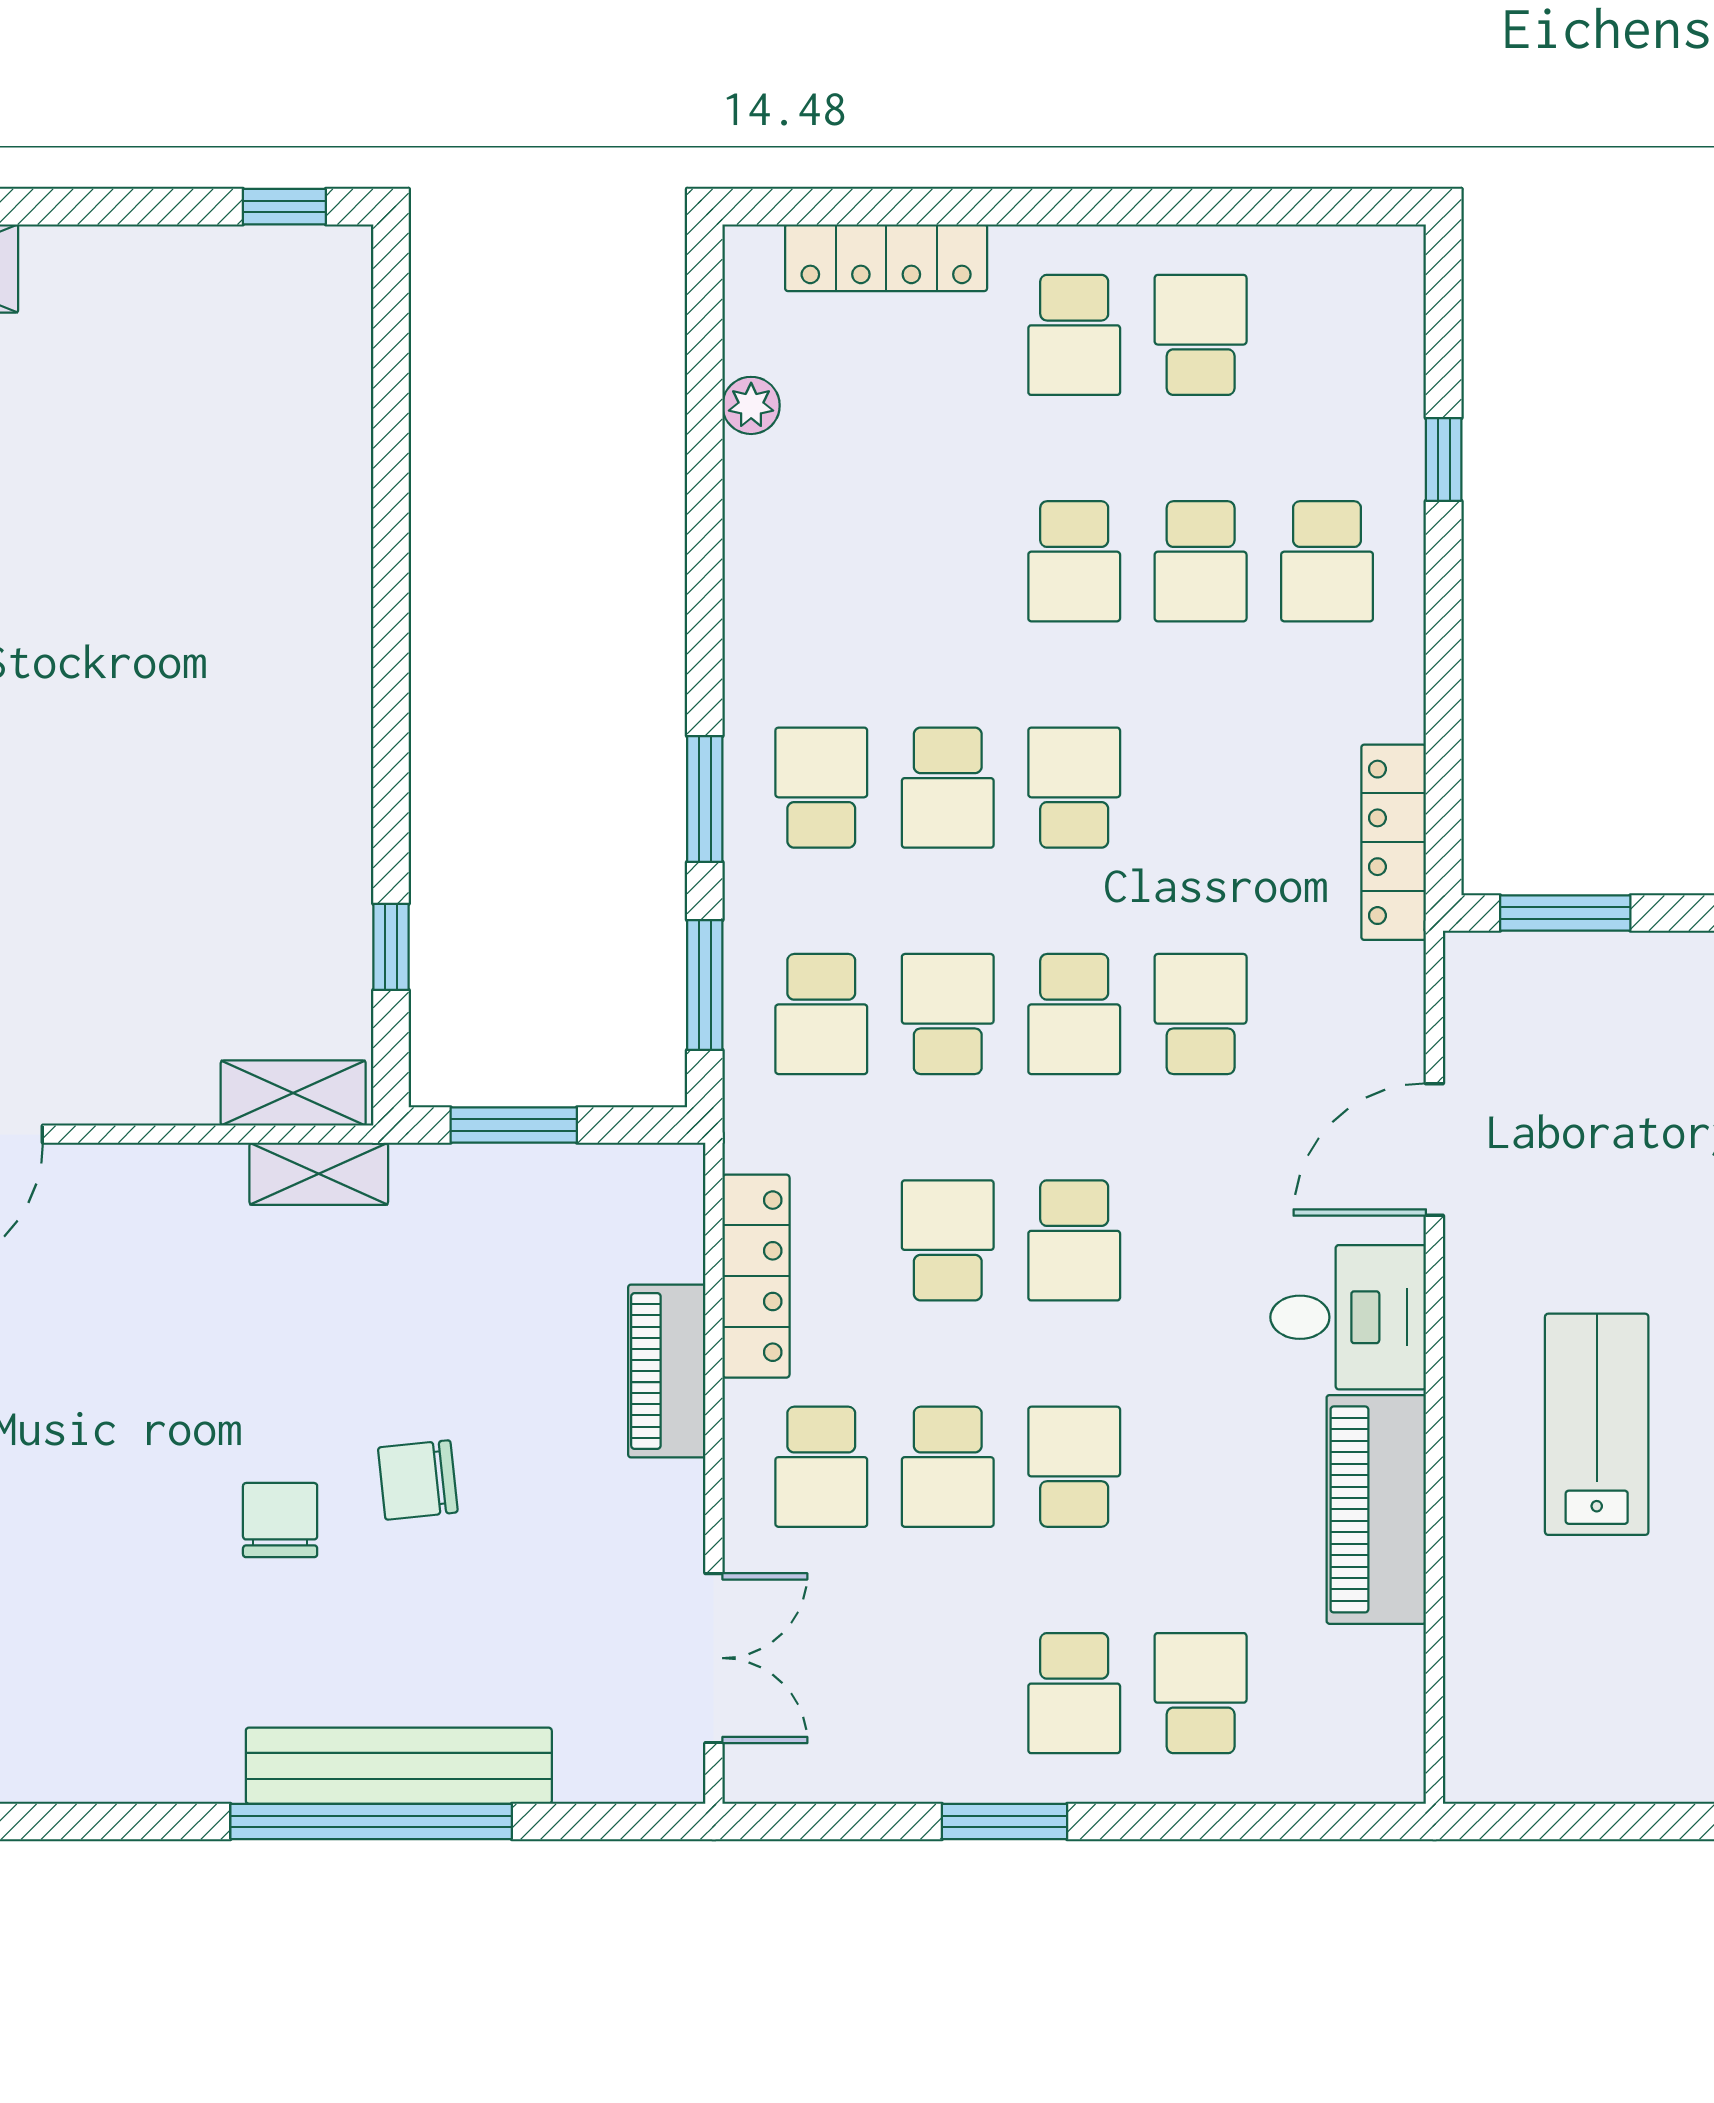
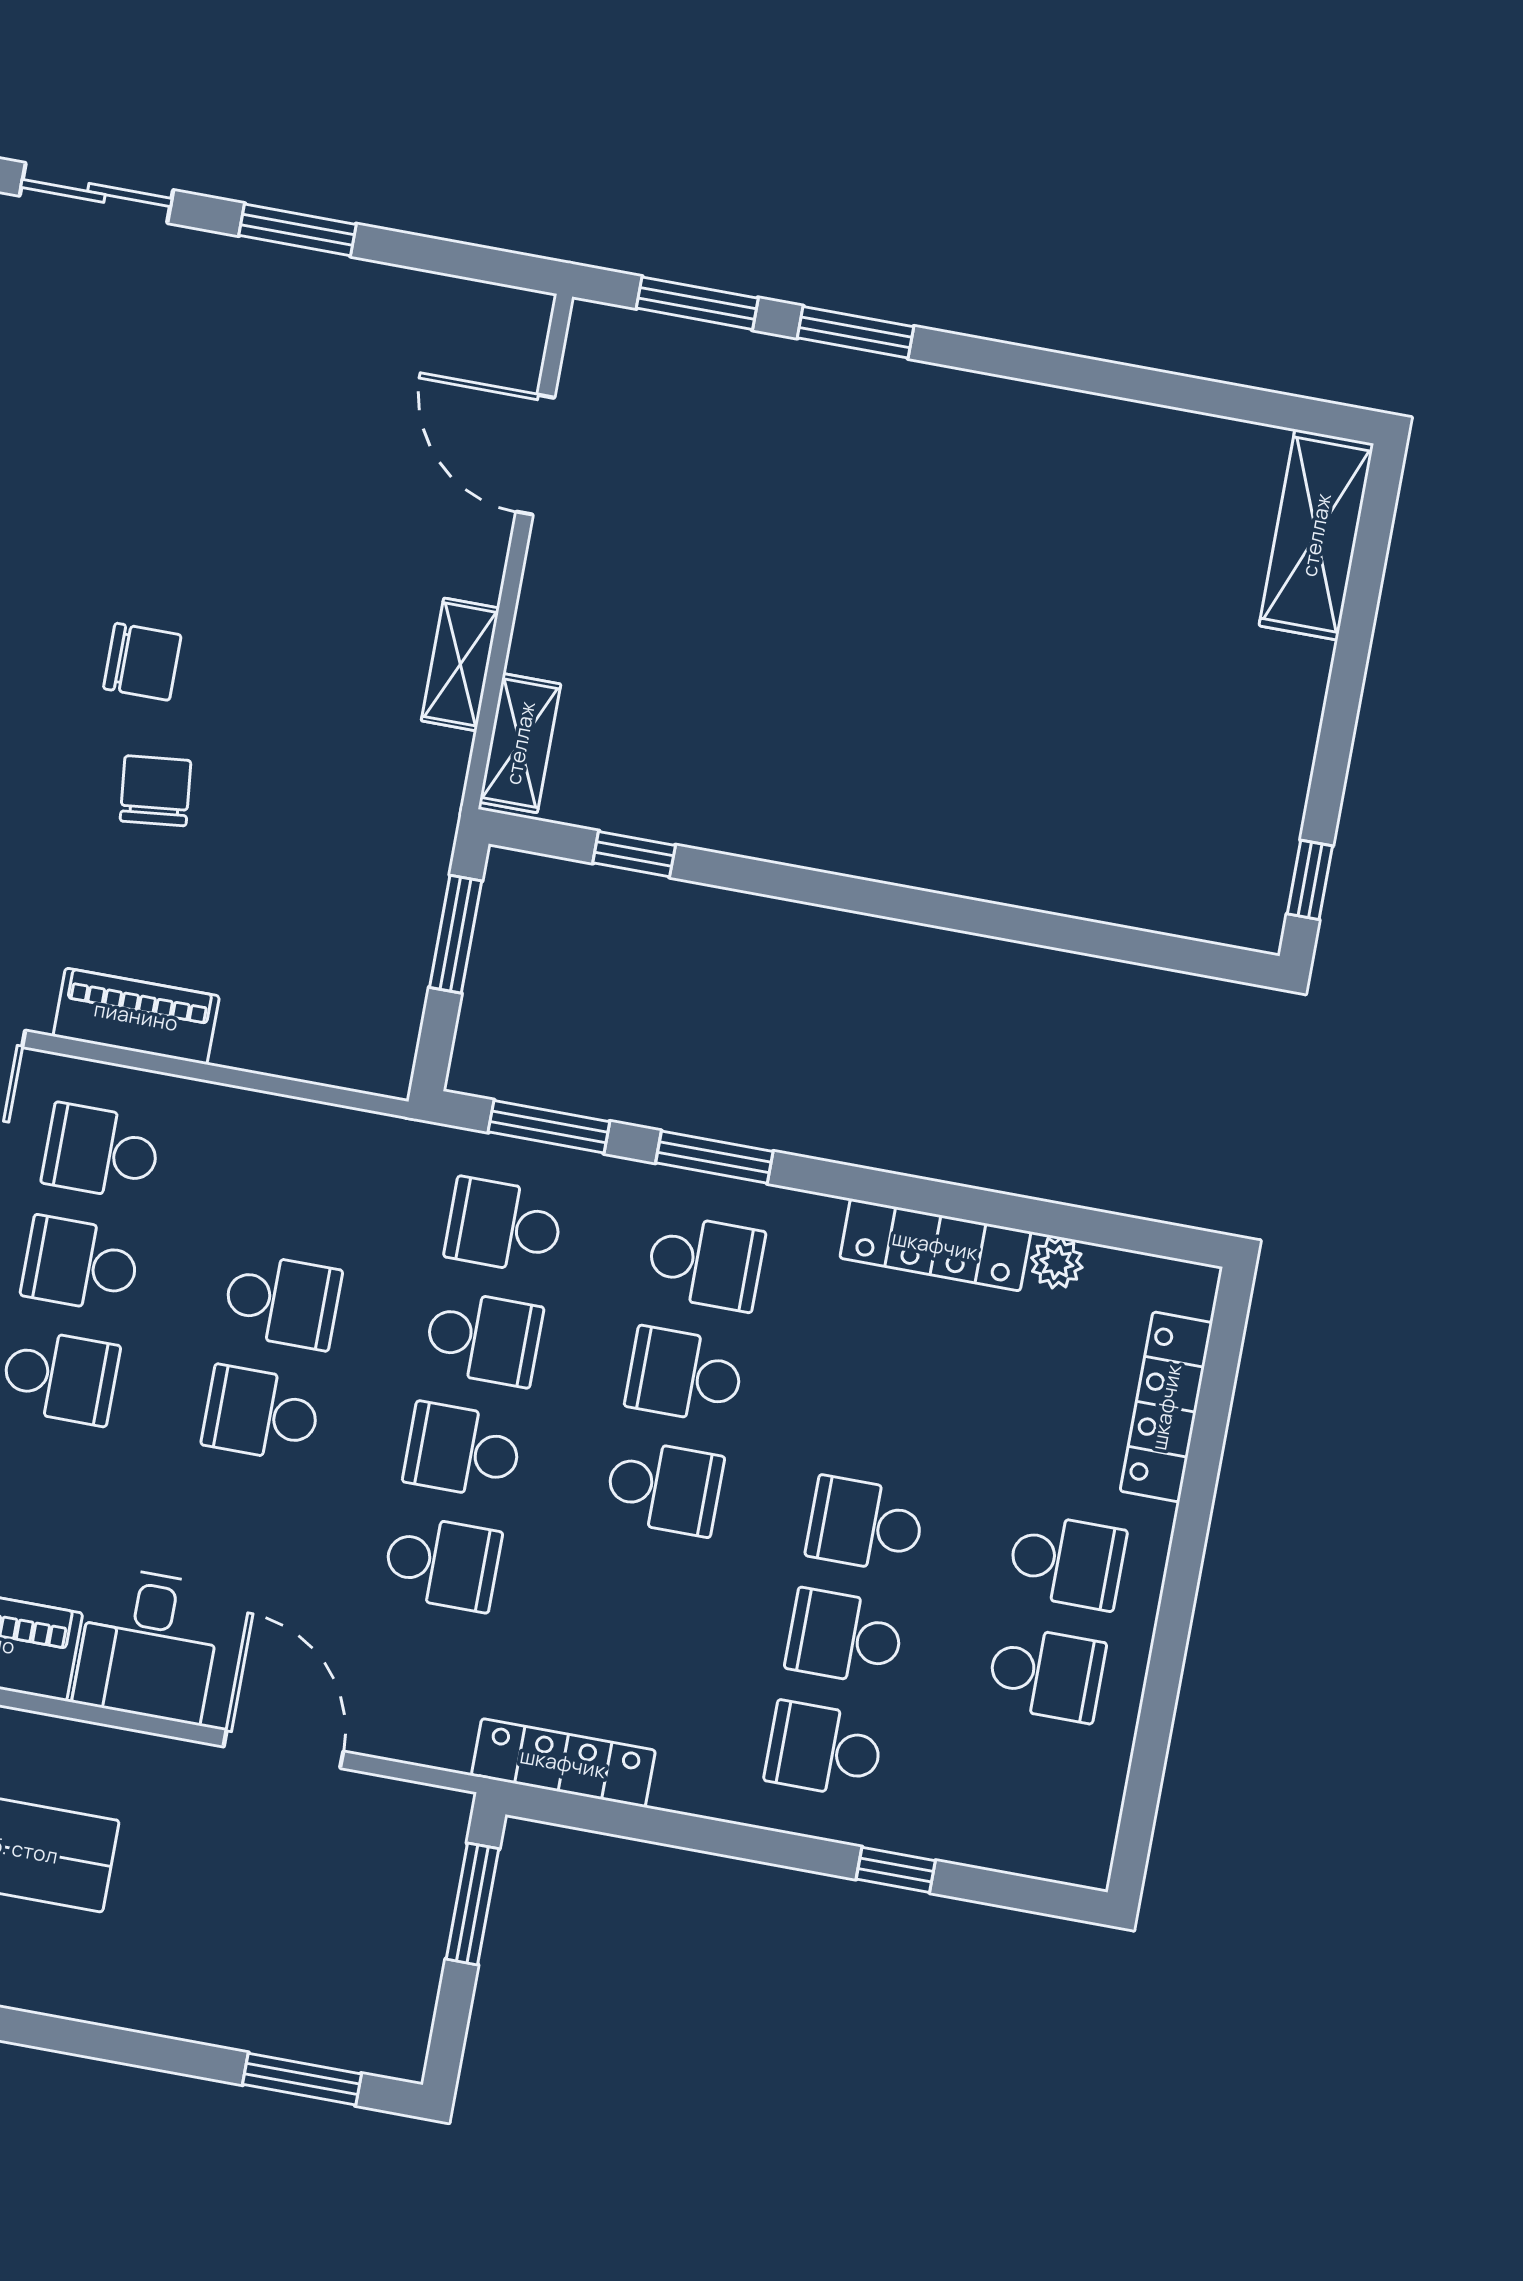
school desk: (1074, 335) -> (1067, 1562), turned 180
shelving: (319, 1174) -> (460, 664), moved
locker: (756, 1276) -> (935, 1245), moved
piano: (667, 1371) -> (136, 1016), moved

